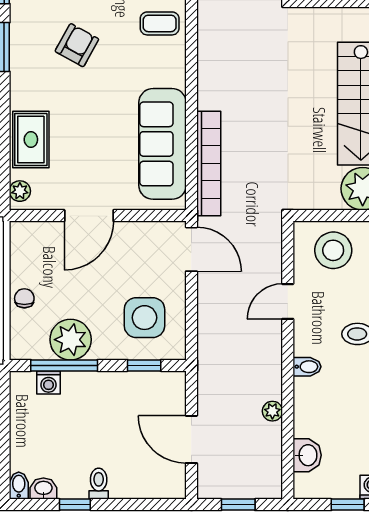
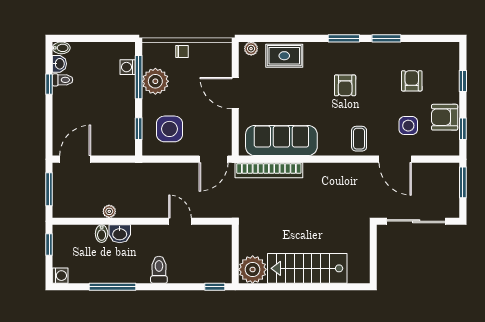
armchair: (77, 45) -> (345, 85), turned 61
stool: (333, 250) -> (213, 251), removed
bidet: (307, 367) -> (102, 234), moved
door: (191, 439) -> (75, 159), moved
washbasin: (307, 455) -> (120, 234), moved
toilet: (99, 484) -> (63, 80), moved
window: (238, 505) -> (49, 189), width x1.50
window: (348, 505) -> (49, 244), moved

